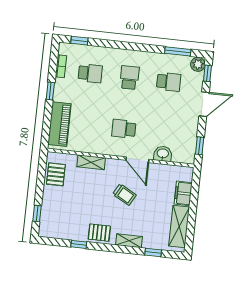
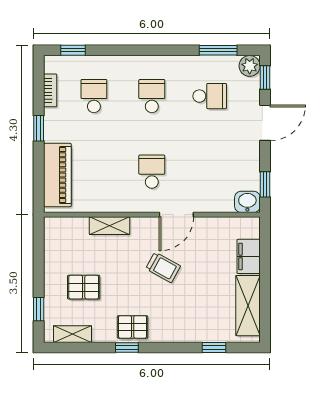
school desk: (90, 73) -> (94, 96), turned -90
school desk: (124, 129) -> (152, 172), turned 90
washbasin: (163, 154) -> (247, 202), moved
door: (137, 160) -> (176, 215), hinge flipped
pallet: (56, 174) -> (84, 287), moved, turned 90
shelving: (129, 241) -> (72, 334), moved
window: (79, 244) -> (127, 347), moved

